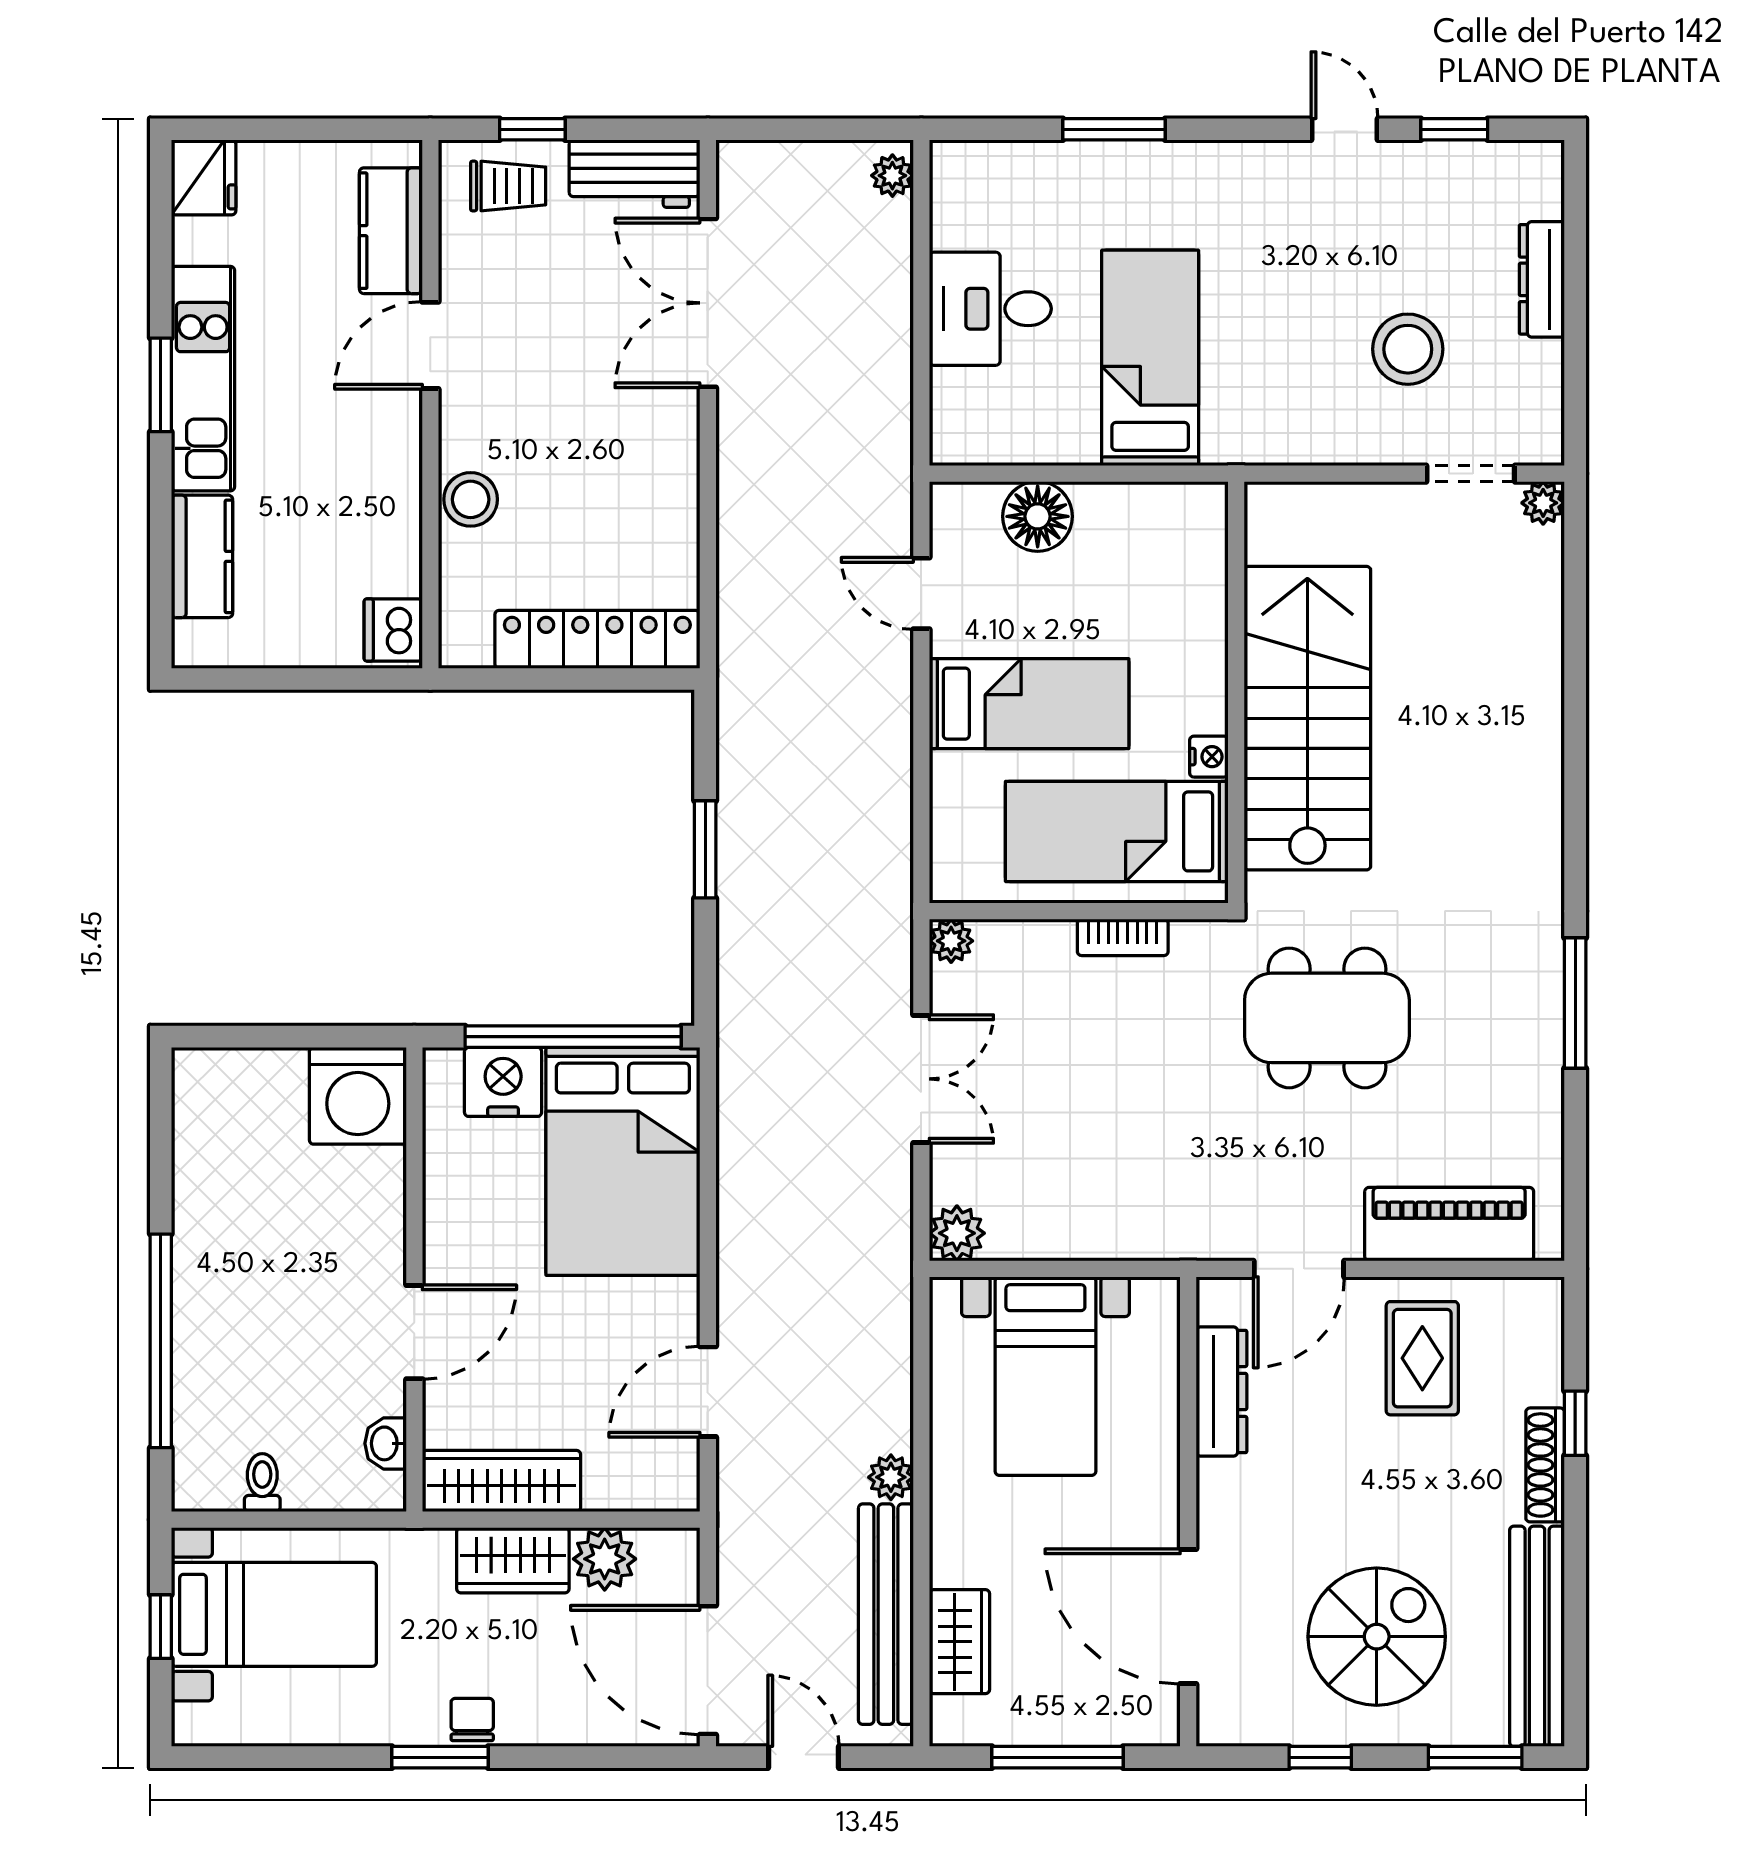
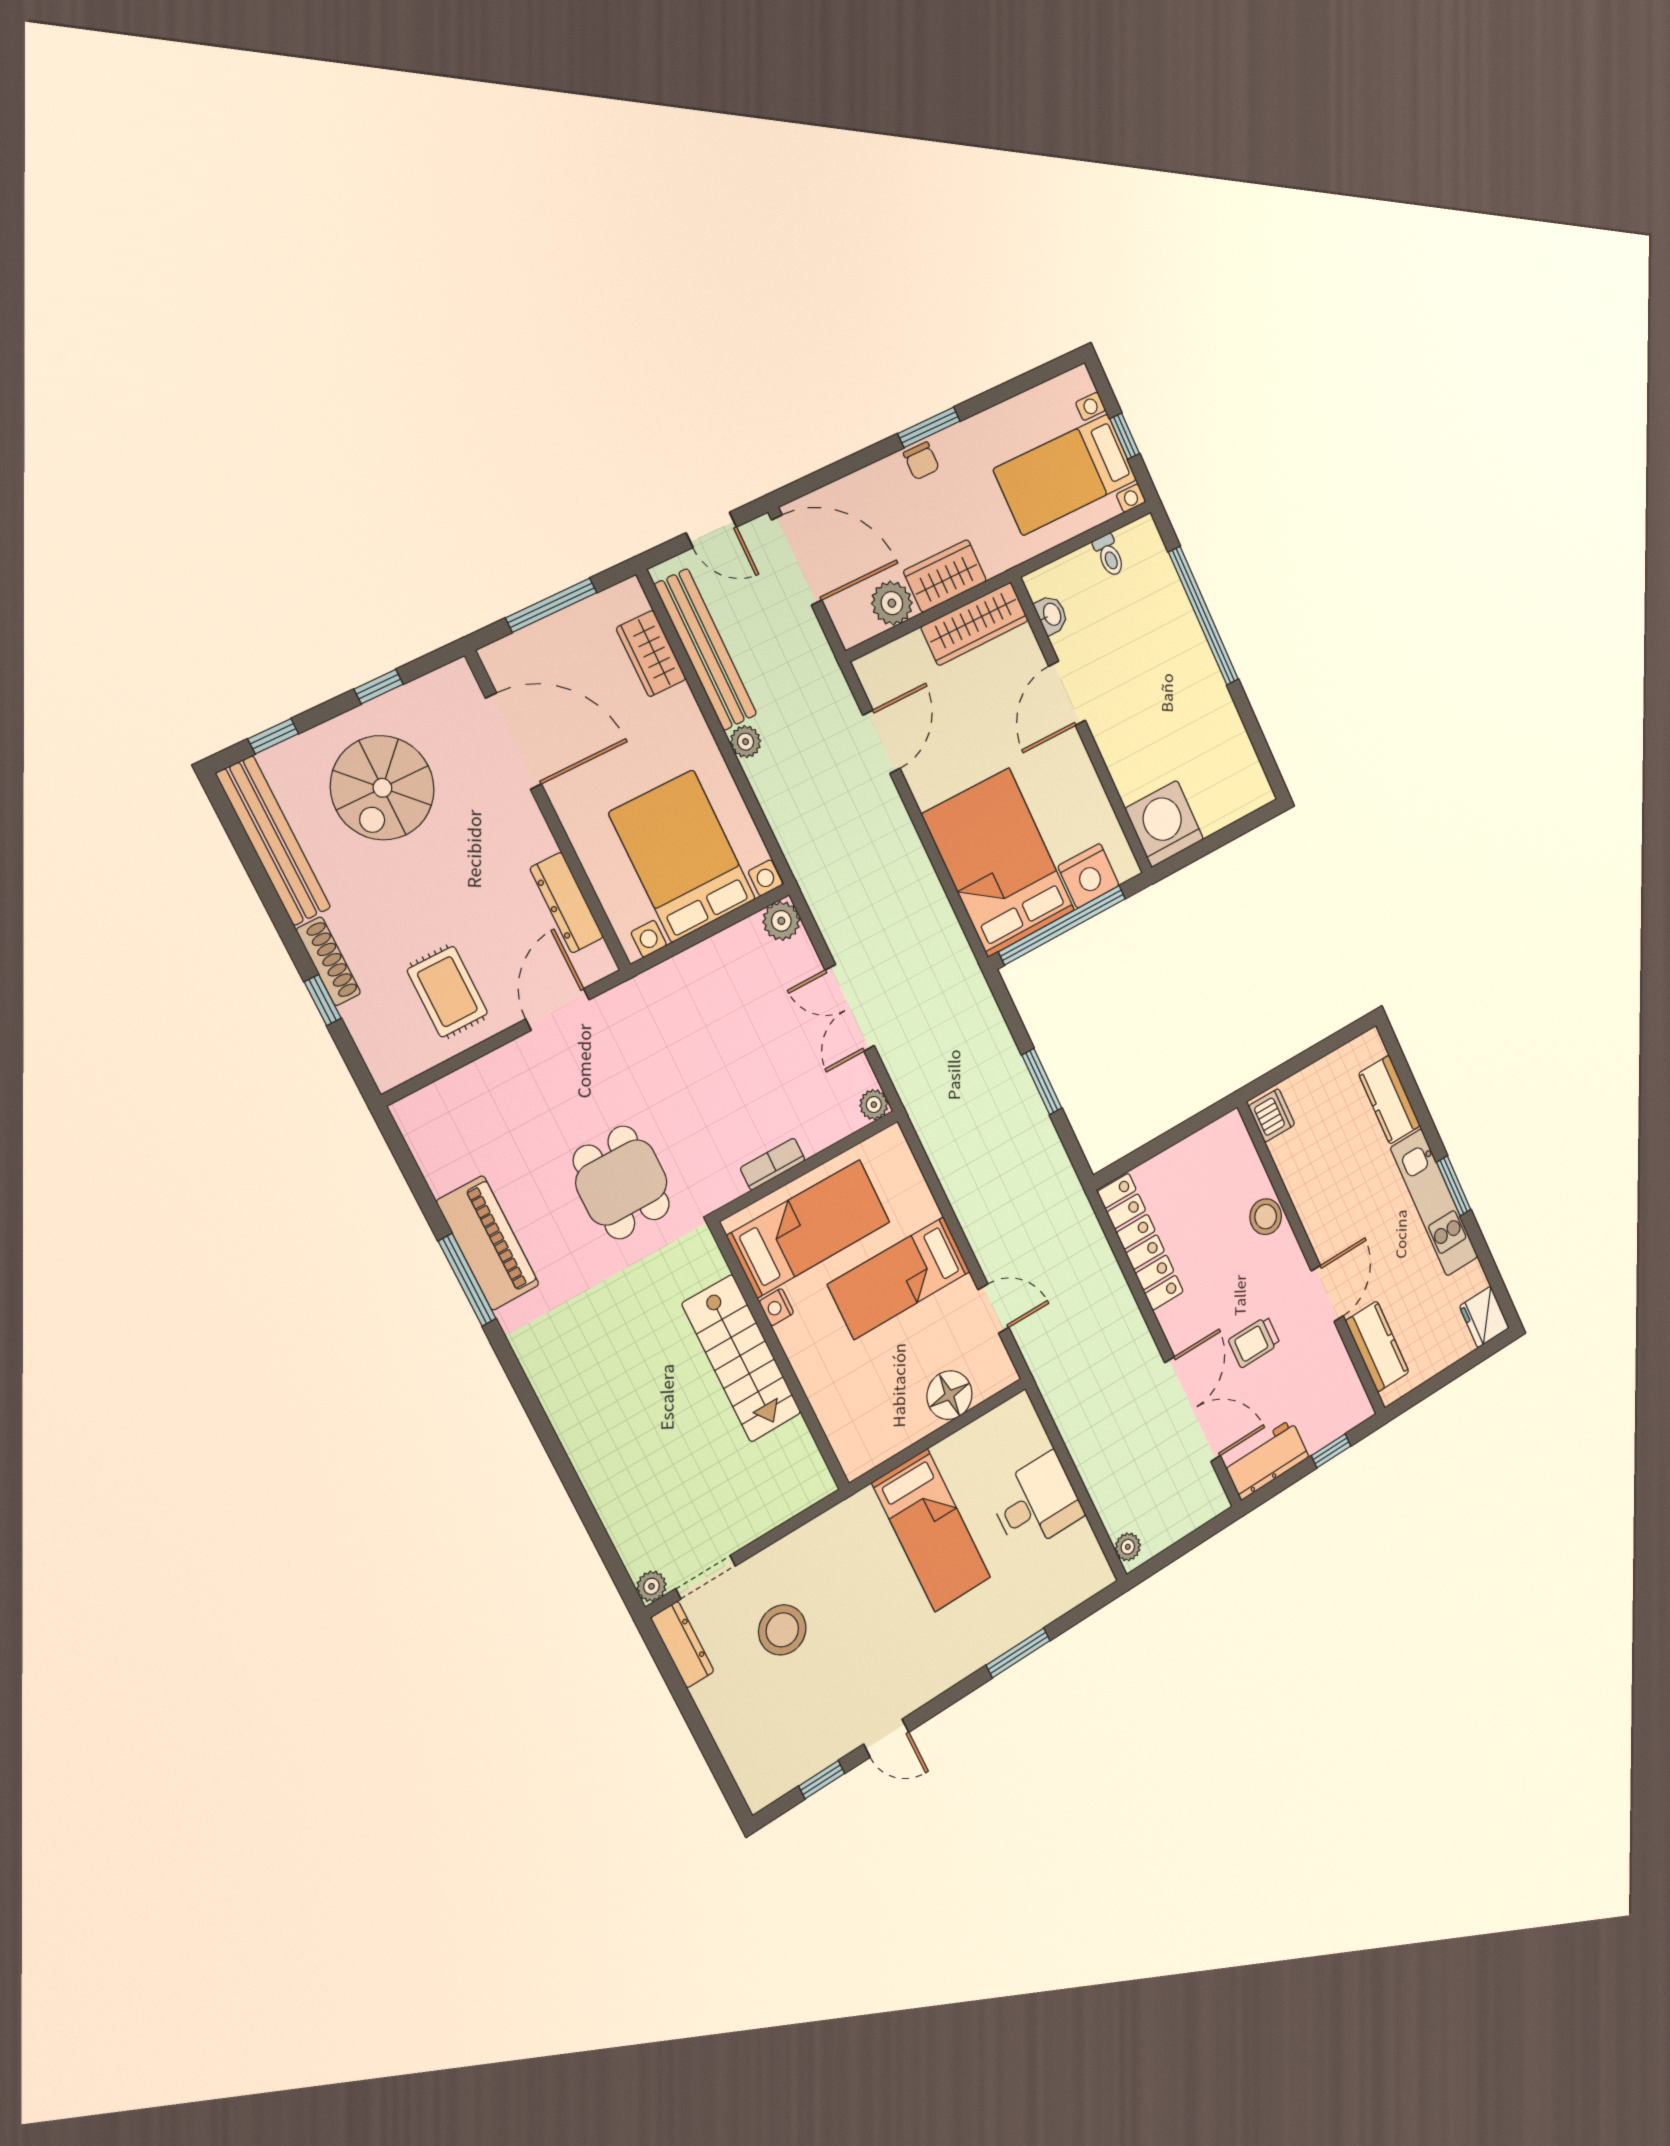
trolley: (508, 186) -> (1254, 1342), moved
dresser: (1542, 279) -> (682, 1645), moved
locker: (597, 639) -> (1140, 1242), moved, turned -90
stairs: (1307, 718) -> (742, 1358), width x0.73, depth x0.66
dining table: (1327, 1018) -> (621, 1182), width x0.73
piano: (1449, 1224) -> (488, 1243), moved, turned -90
bed with nightstands: (1045, 1376) -> (682, 856), width x1.36
window: (1475, 1757) -> (273, 736), width x0.67

